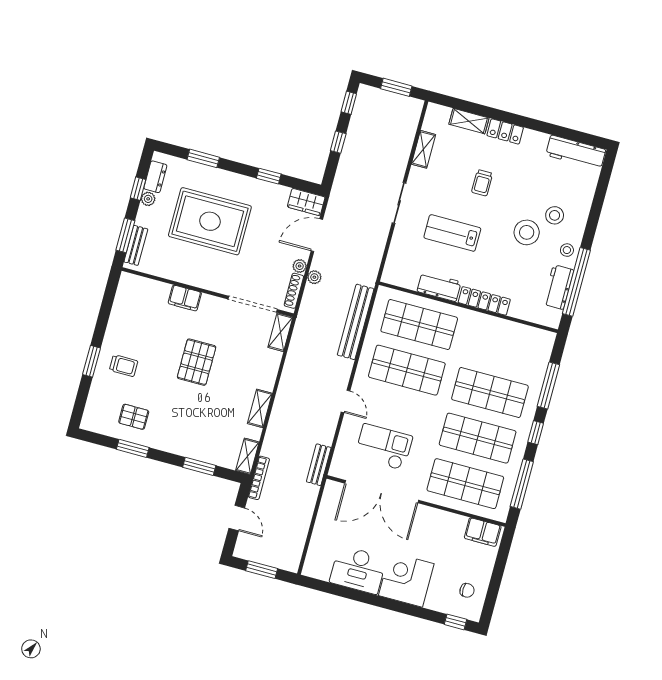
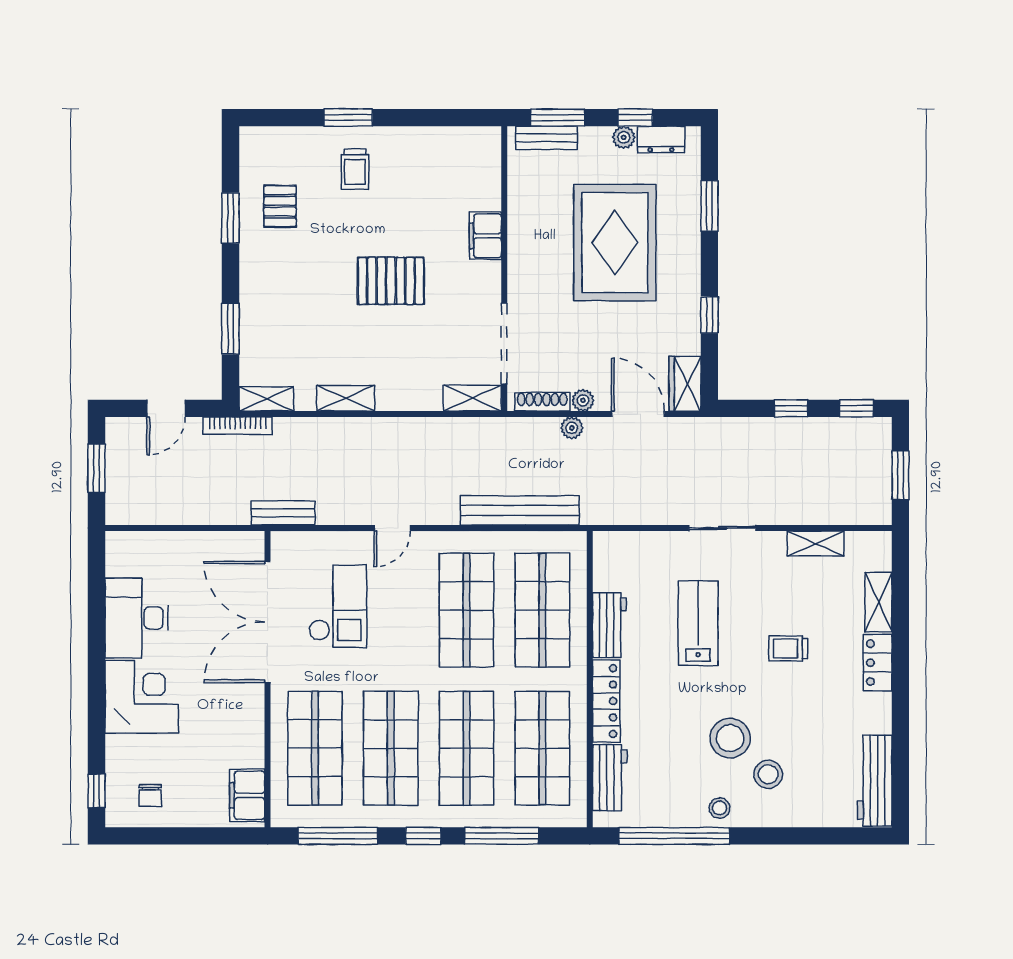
workbench: (558, 287) -> (610, 778), moved, turned 90
shop shelf: (502, 347) -> (542, 748), added

